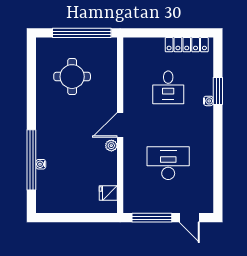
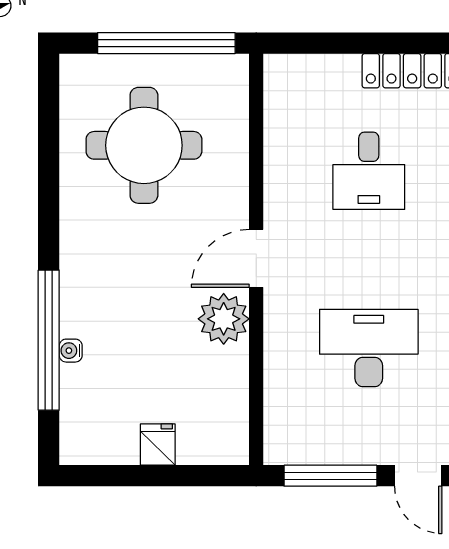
round table: (72, 77) -> (144, 145), width x1.36, depth x1.36
plant: (111, 146) -> (224, 319), width x1.88, depth x1.88
fridge: (108, 193) -> (158, 444), moved, turned 90

